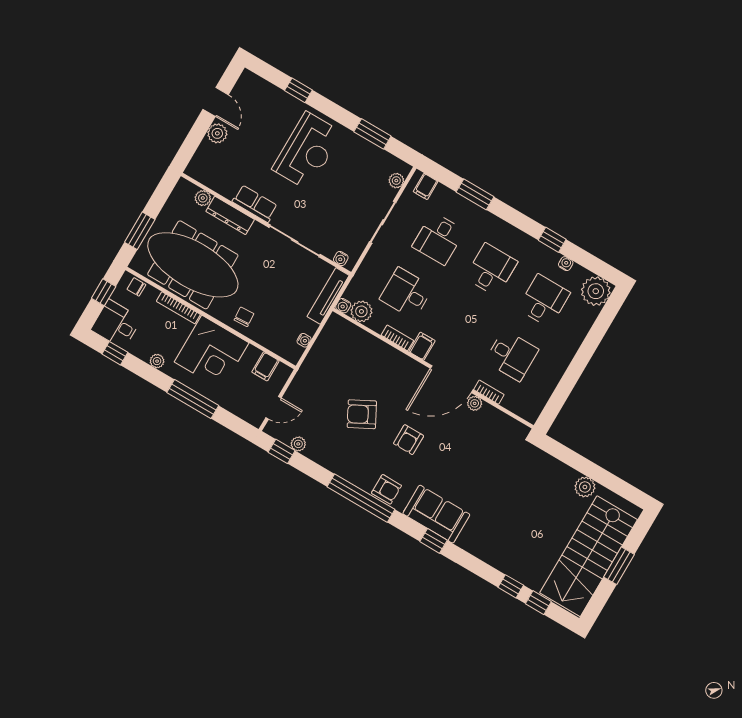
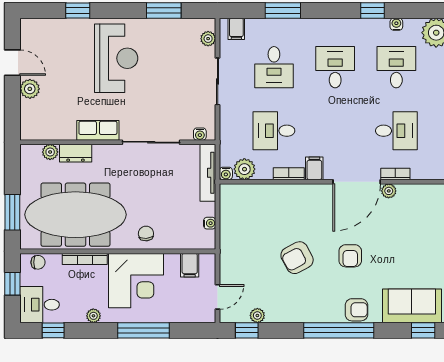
dresser: (230, 215) -> (76, 153), width x0.70
chair: (136, 287) -> (38, 262), turned 180

